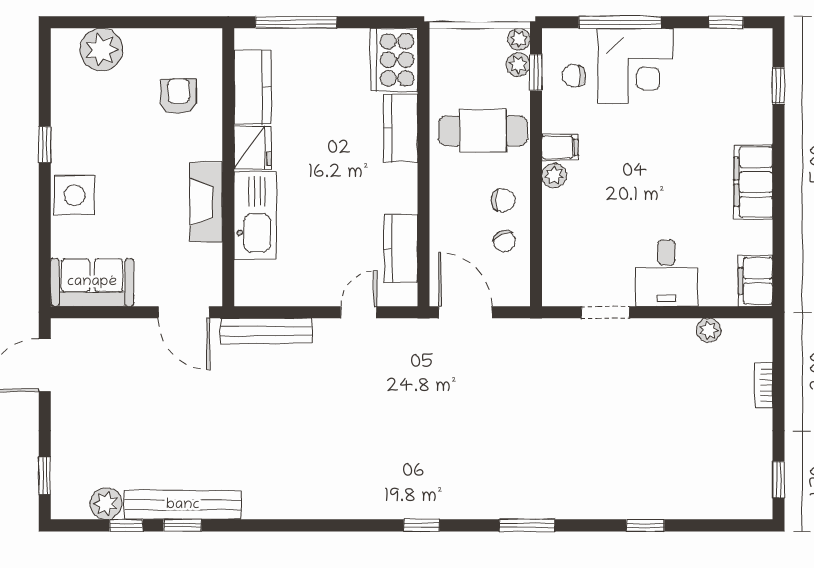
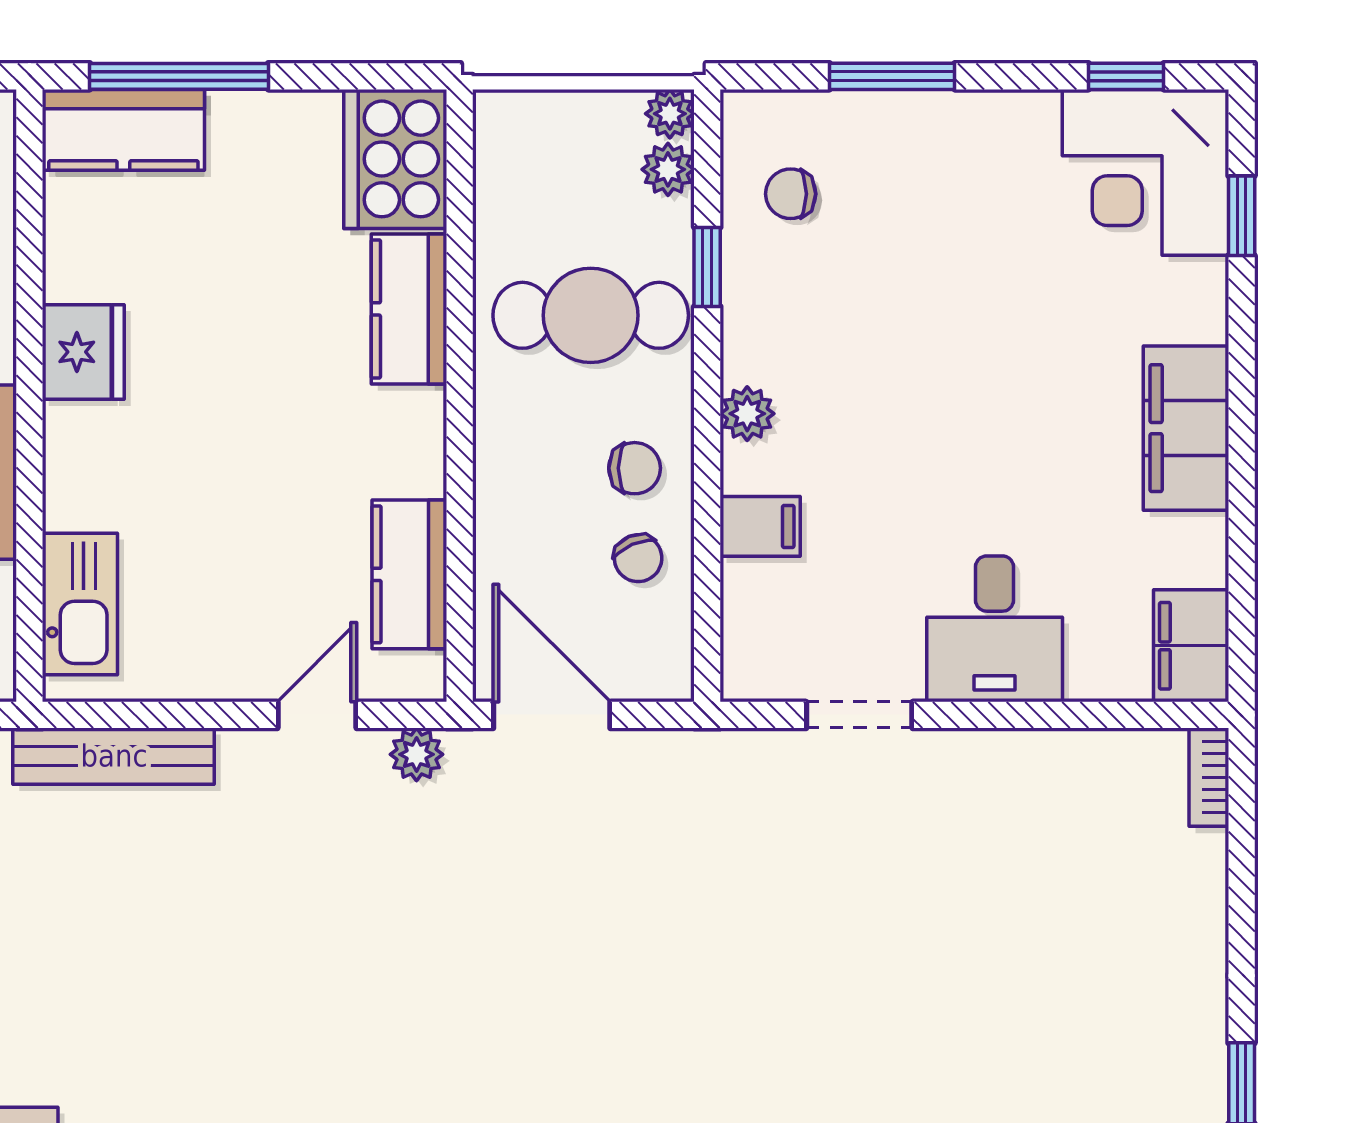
window: (620, 22) -> (892, 76), width x0.69
corner desk: (635, 66) -> (1145, 172), moved, turned 90
window: (536, 72) -> (707, 267), moved
kitchen counter: (252, 87) -> (123, 130), moved, turned 90
filing cabinet: (560, 147) -> (760, 526), moved
kitchen sink: (255, 215) -> (80, 604), moved, width x0.73, depth x0.81
plant: (709, 330) -> (417, 754), moved
bookcase: (764, 385) -> (1209, 777), moved

